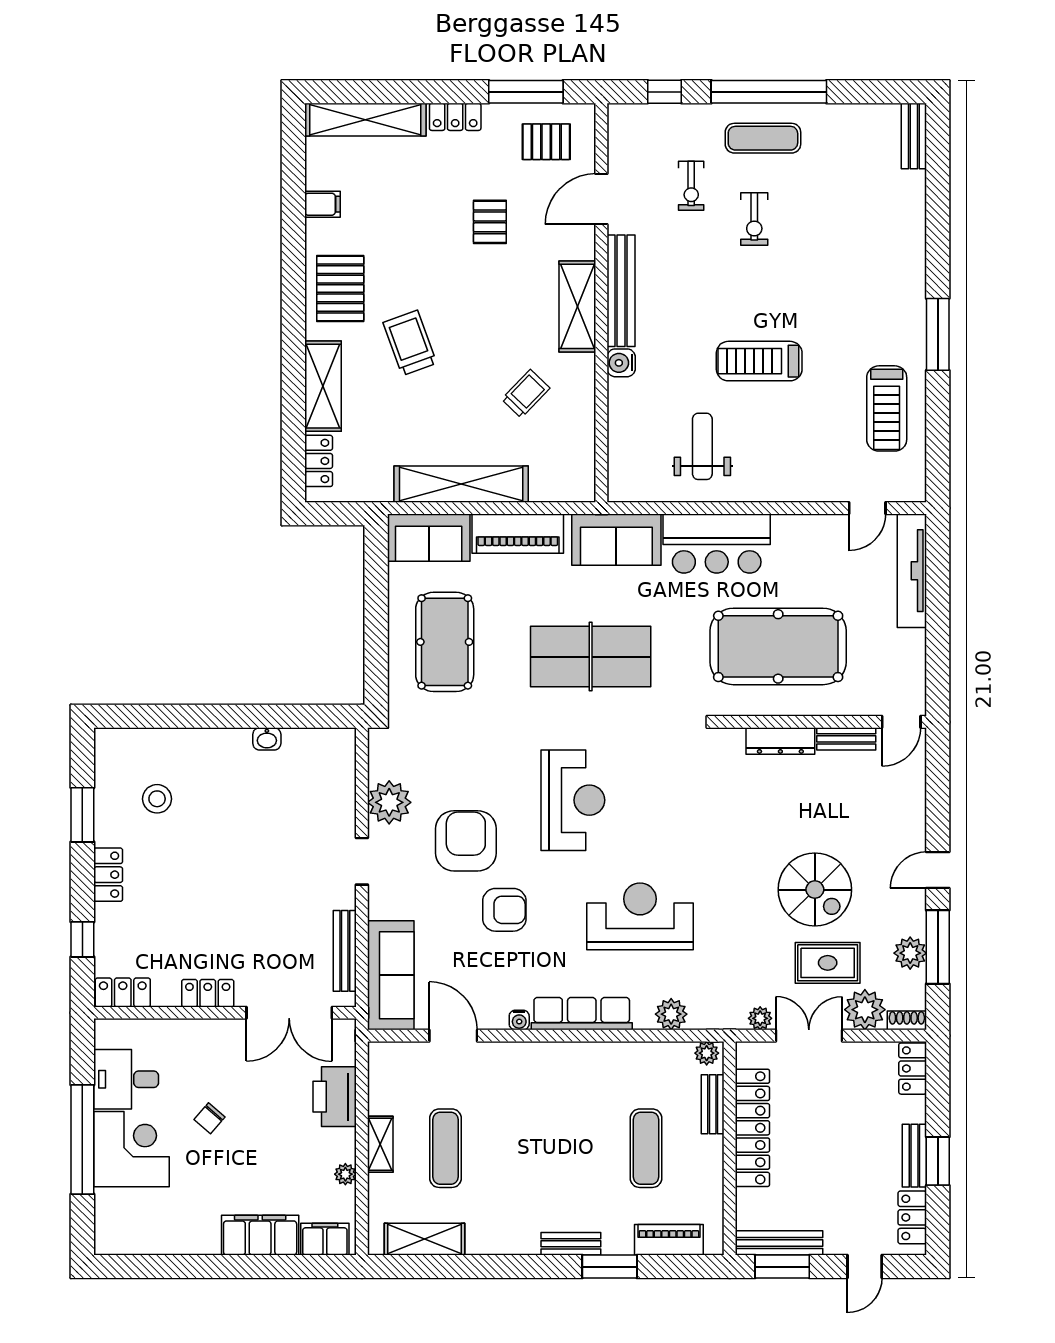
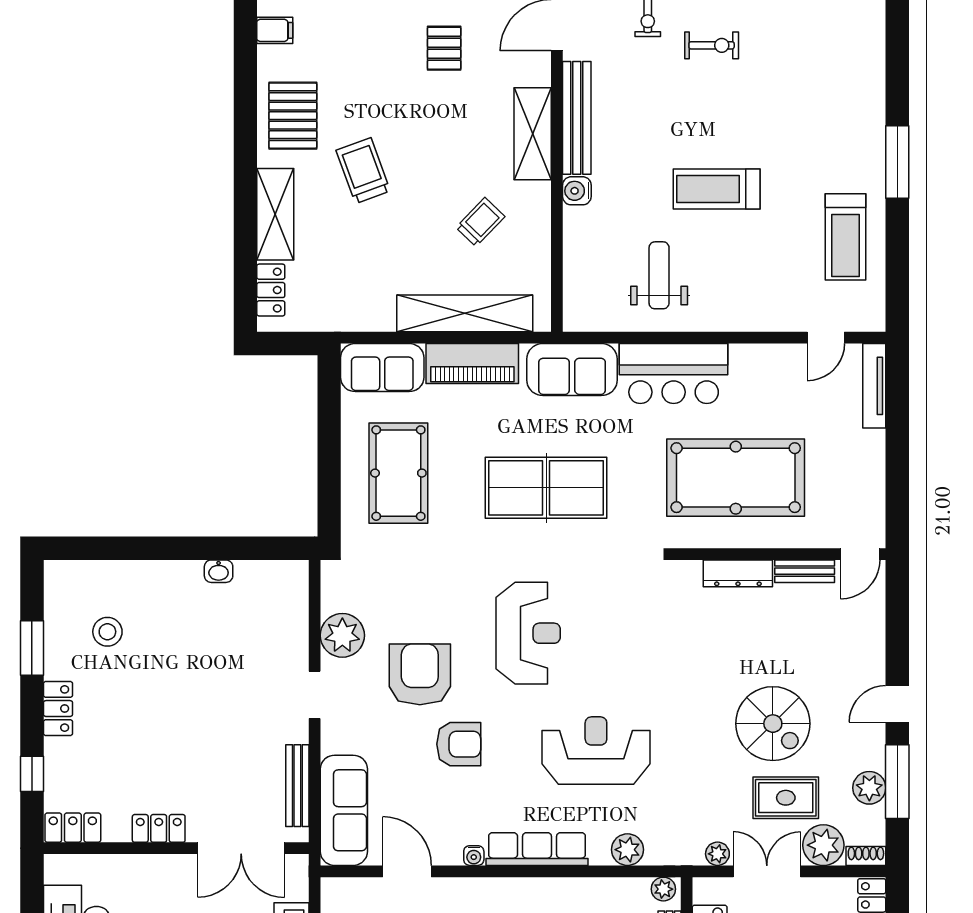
exercise bike: (754, 219) -> (712, 45), turned -90
shelving: (461, 484) -> (465, 313), moved
tv unit: (912, 571) -> (874, 386), width x0.73, depth x0.78

